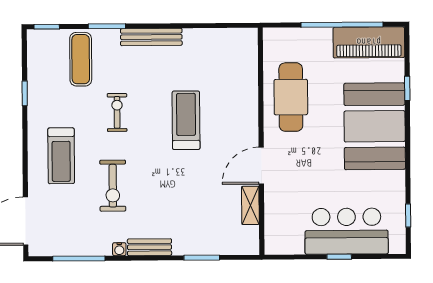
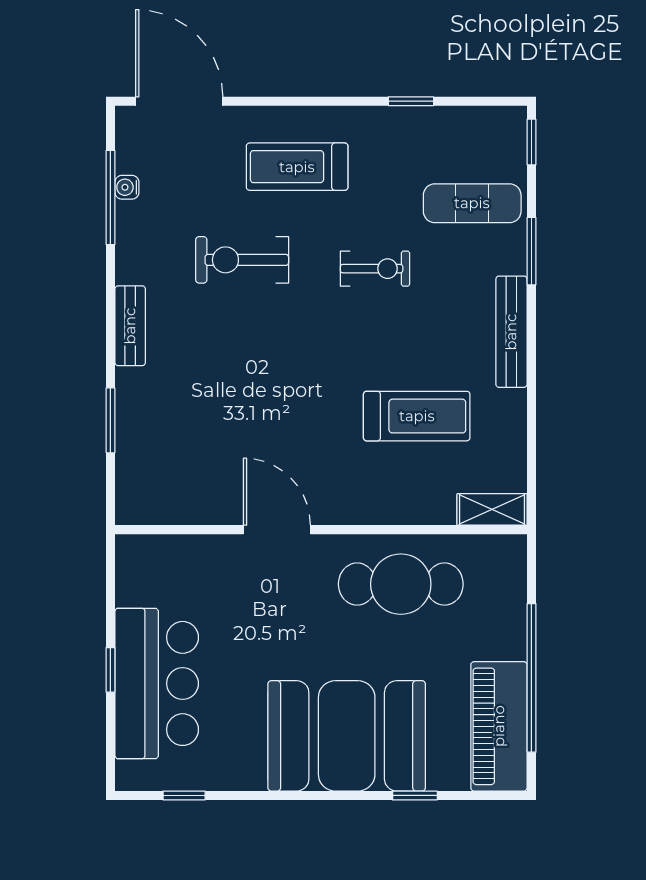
treadmill: (186, 120) -> (417, 416), moved
shelving: (250, 205) -> (492, 509), moved
water cooler: (119, 249) -> (127, 187), moved

